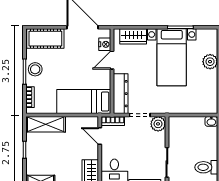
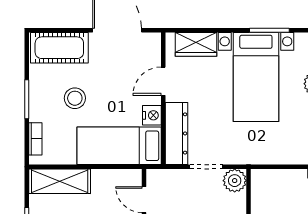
nightstand: (105, 44) -> (152, 115), moved
stool: (35, 69) -> (75, 98), moved
bookcase: (113, 121) -> (164, 176), removed

